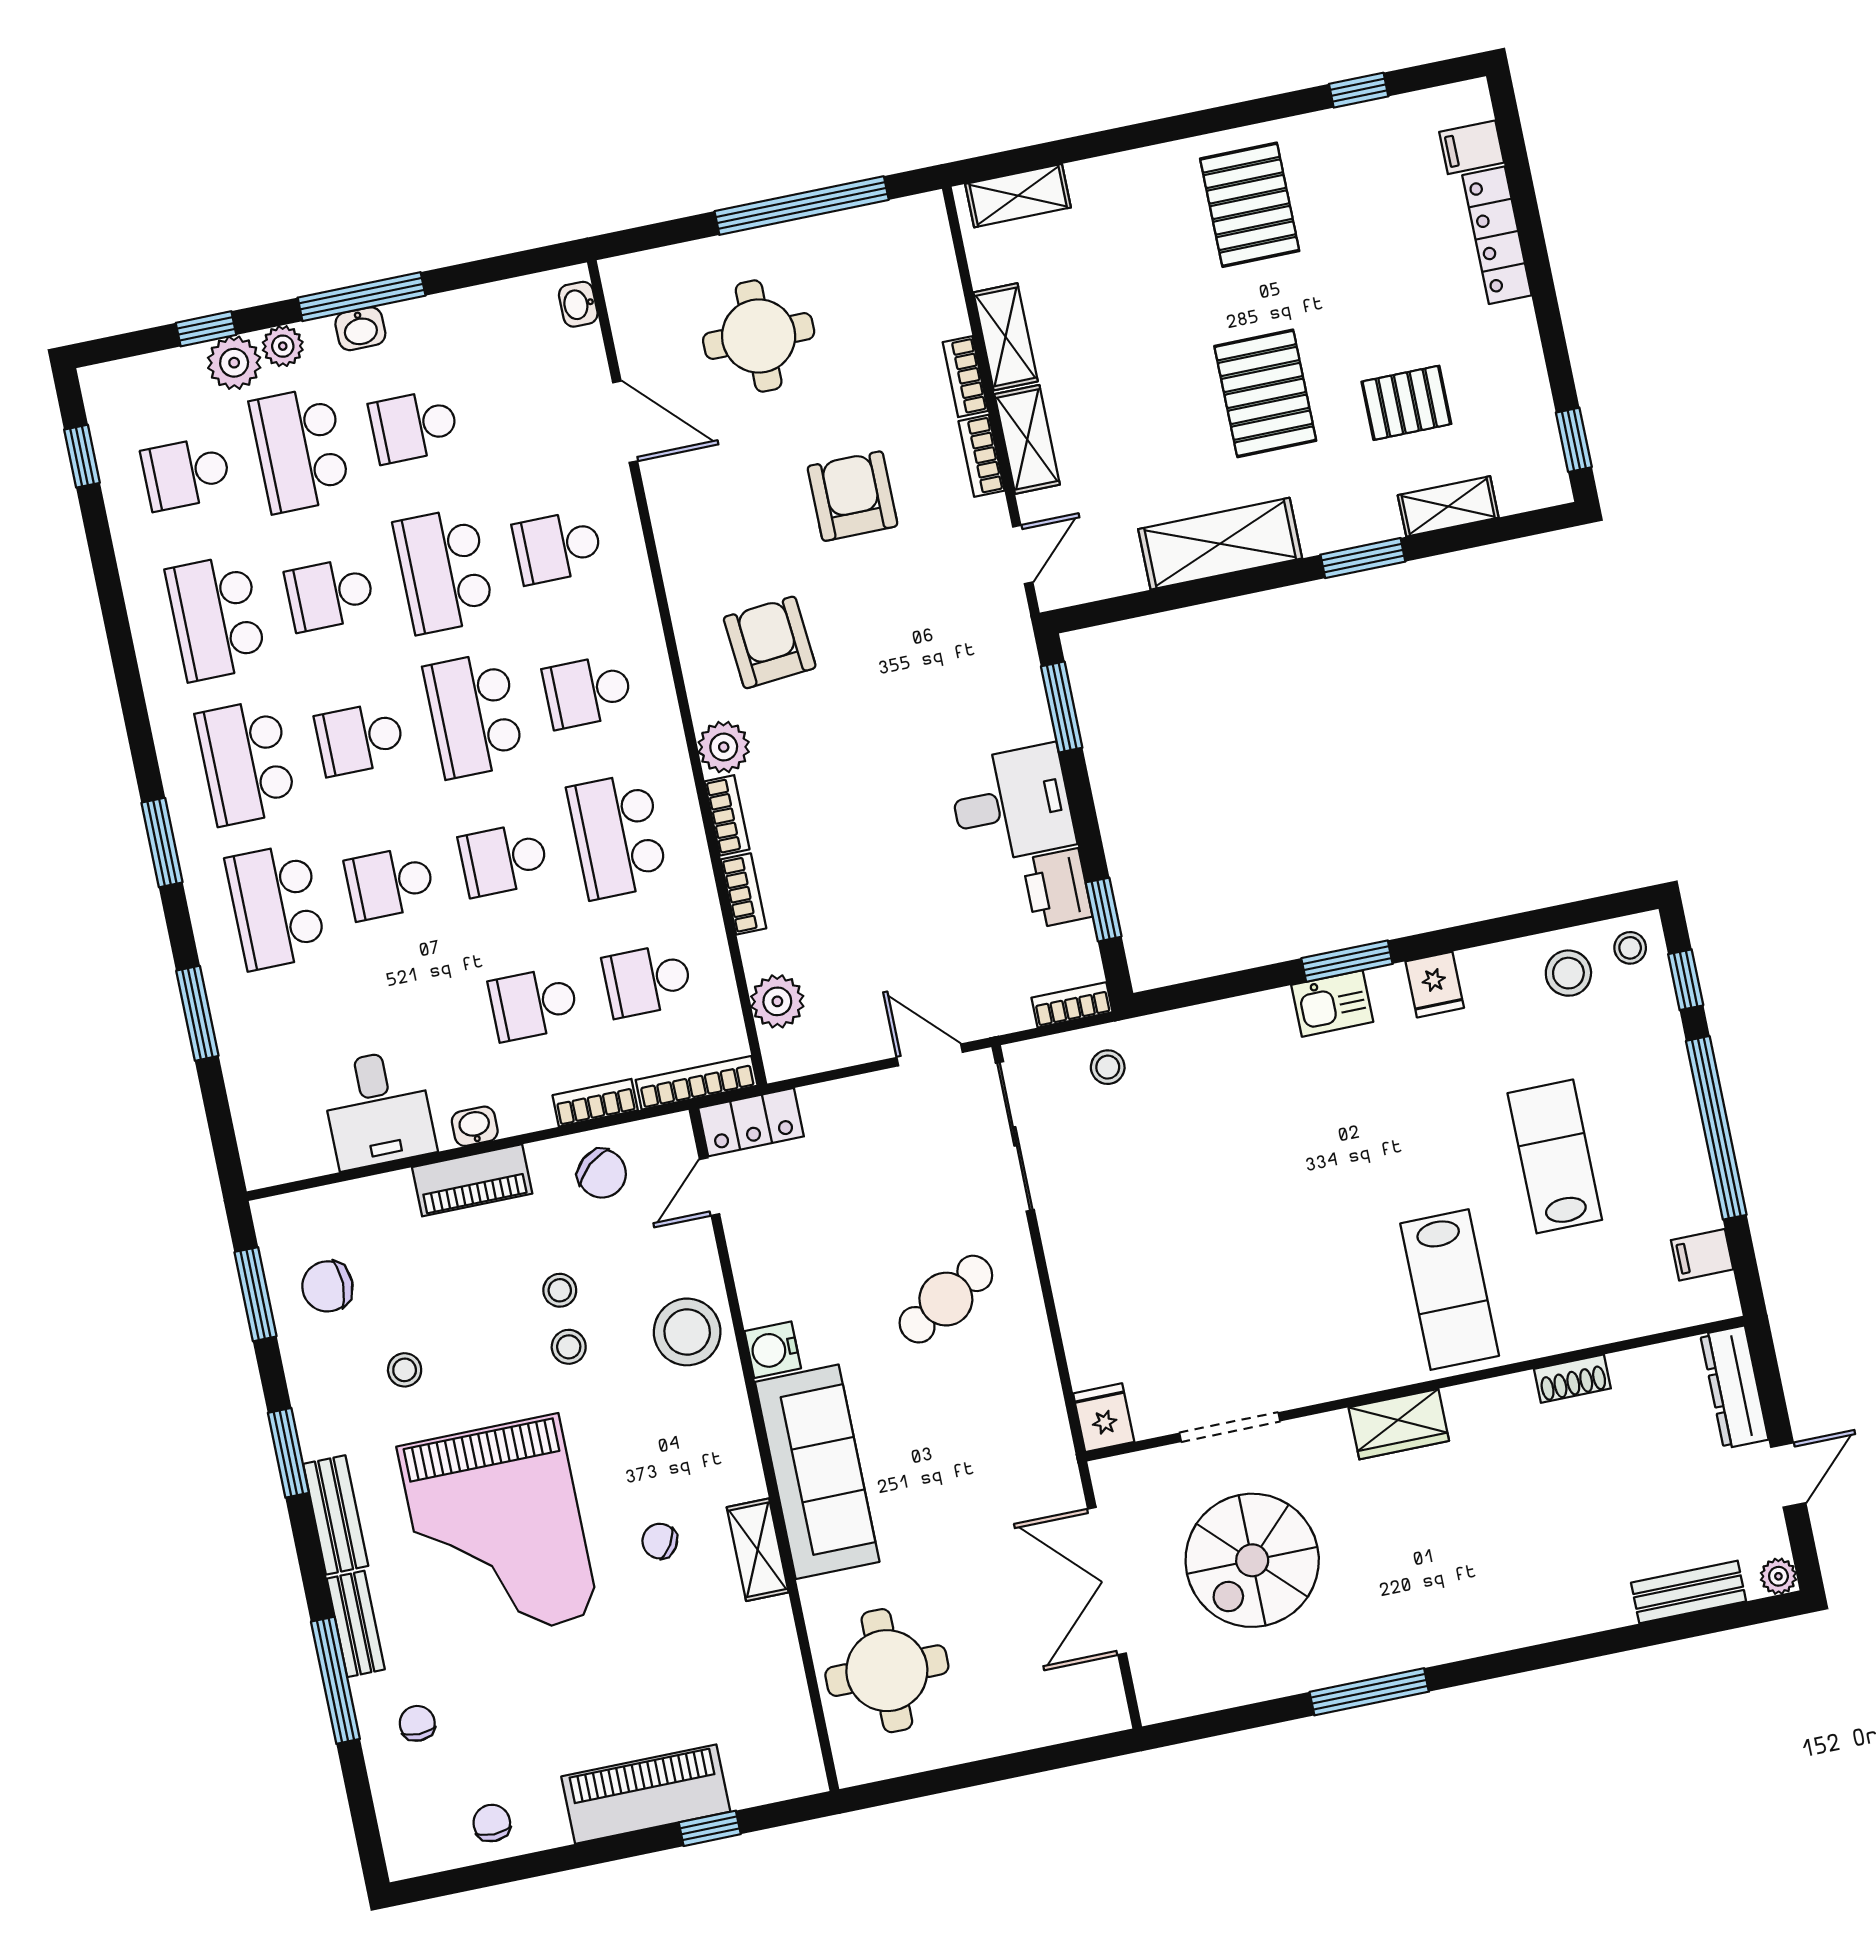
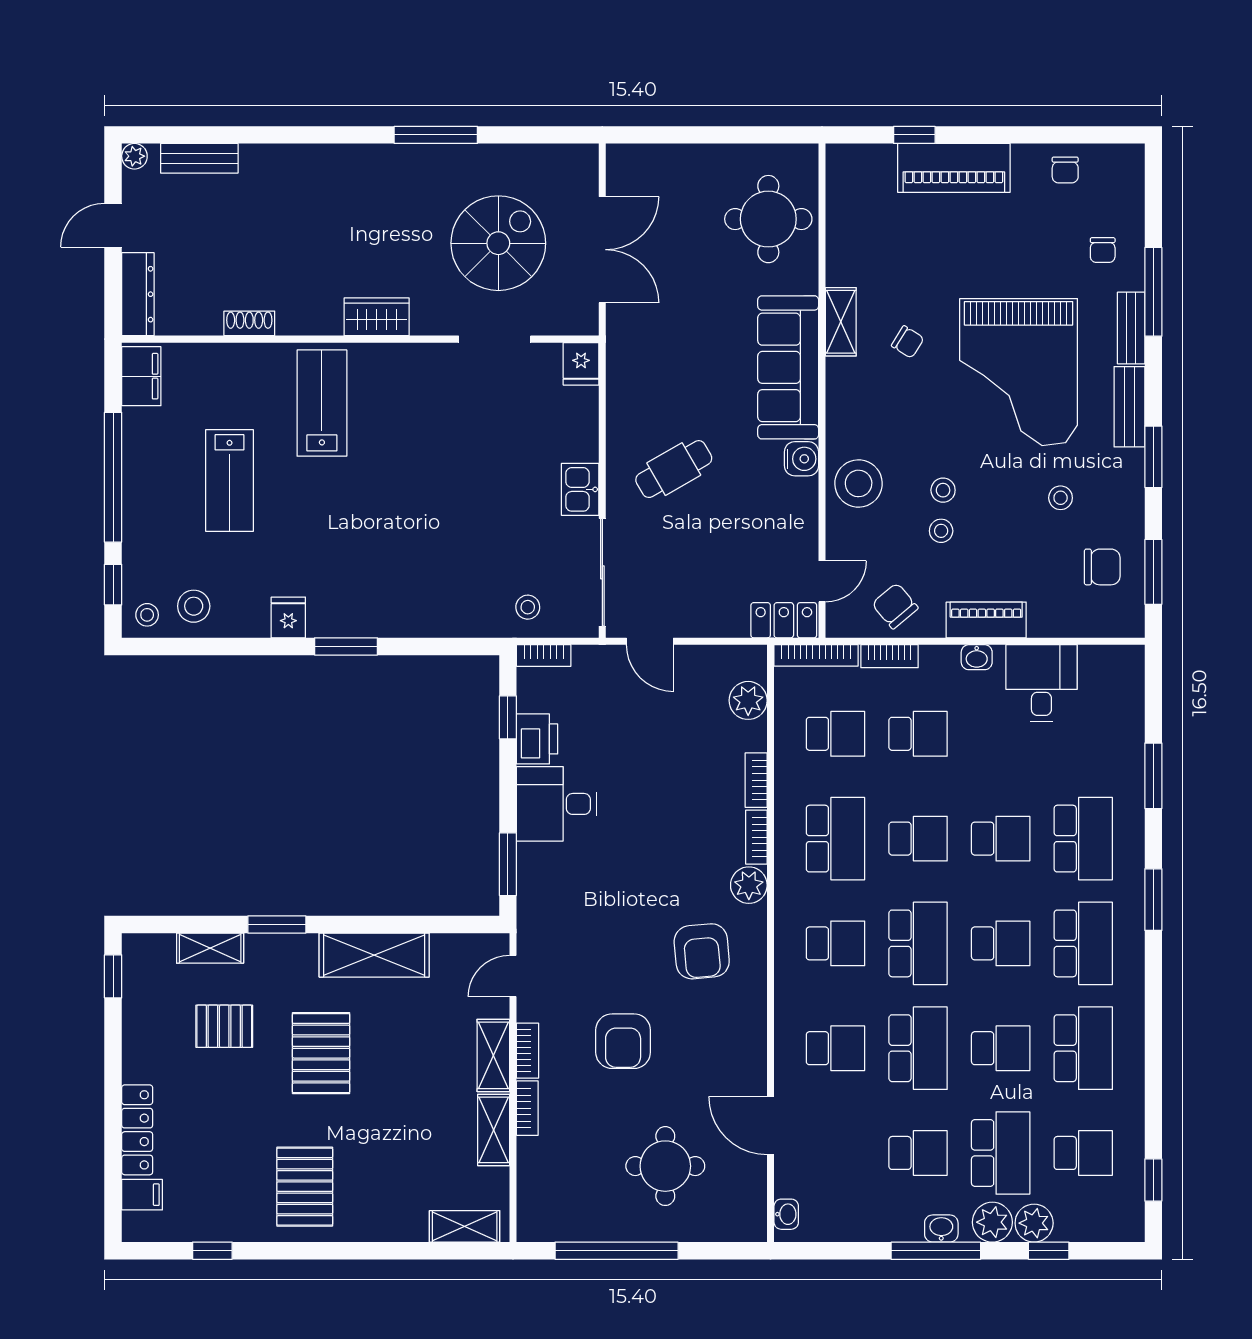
plant: (283, 346) -> (992, 1222), width x1.38, depth x1.38
kitchen sink: (1332, 1003) -> (580, 489), moved, turned -90
filing cabinet: (1702, 1255) -> (141, 376), width x2.00
grand piano: (498, 1531) -> (1019, 372), turned 180

